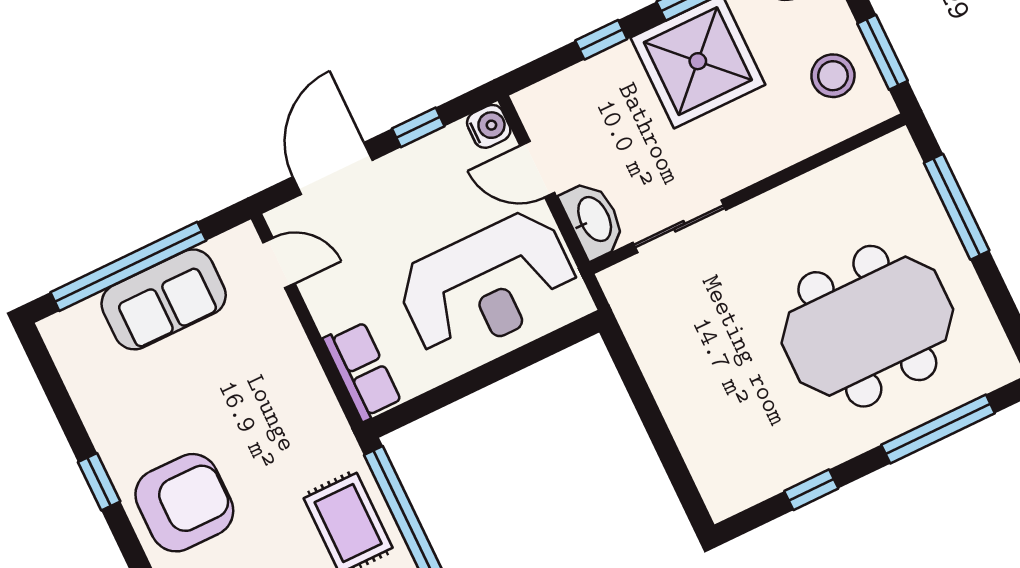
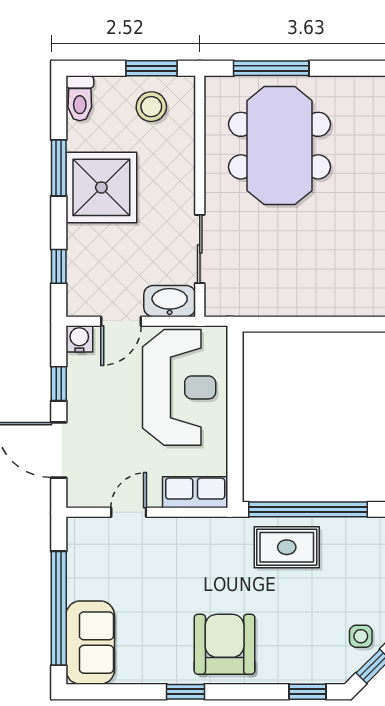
window: (601, 40) -> (59, 266), moved
door: (279, 263) -> (129, 512), moved
sofa: (164, 299) -> (90, 643), moved
meeting table: (867, 326) -> (280, 146), moved

